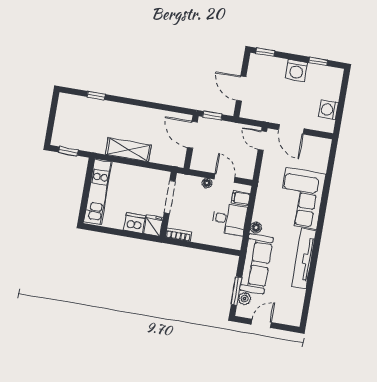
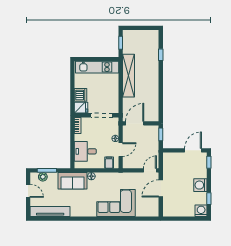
door: (241, 89) -> (193, 150), moved
washing machine: (328, 110) -> (201, 211), moved
door: (192, 135) -> (135, 123), moved
shelving: (128, 150) -> (128, 76), width x1.47
desk: (229, 219) -> (85, 151), moved, turned 90
tv unit: (304, 259) -> (50, 212), moved
sofa: (257, 264) -> (73, 181), width x0.73

